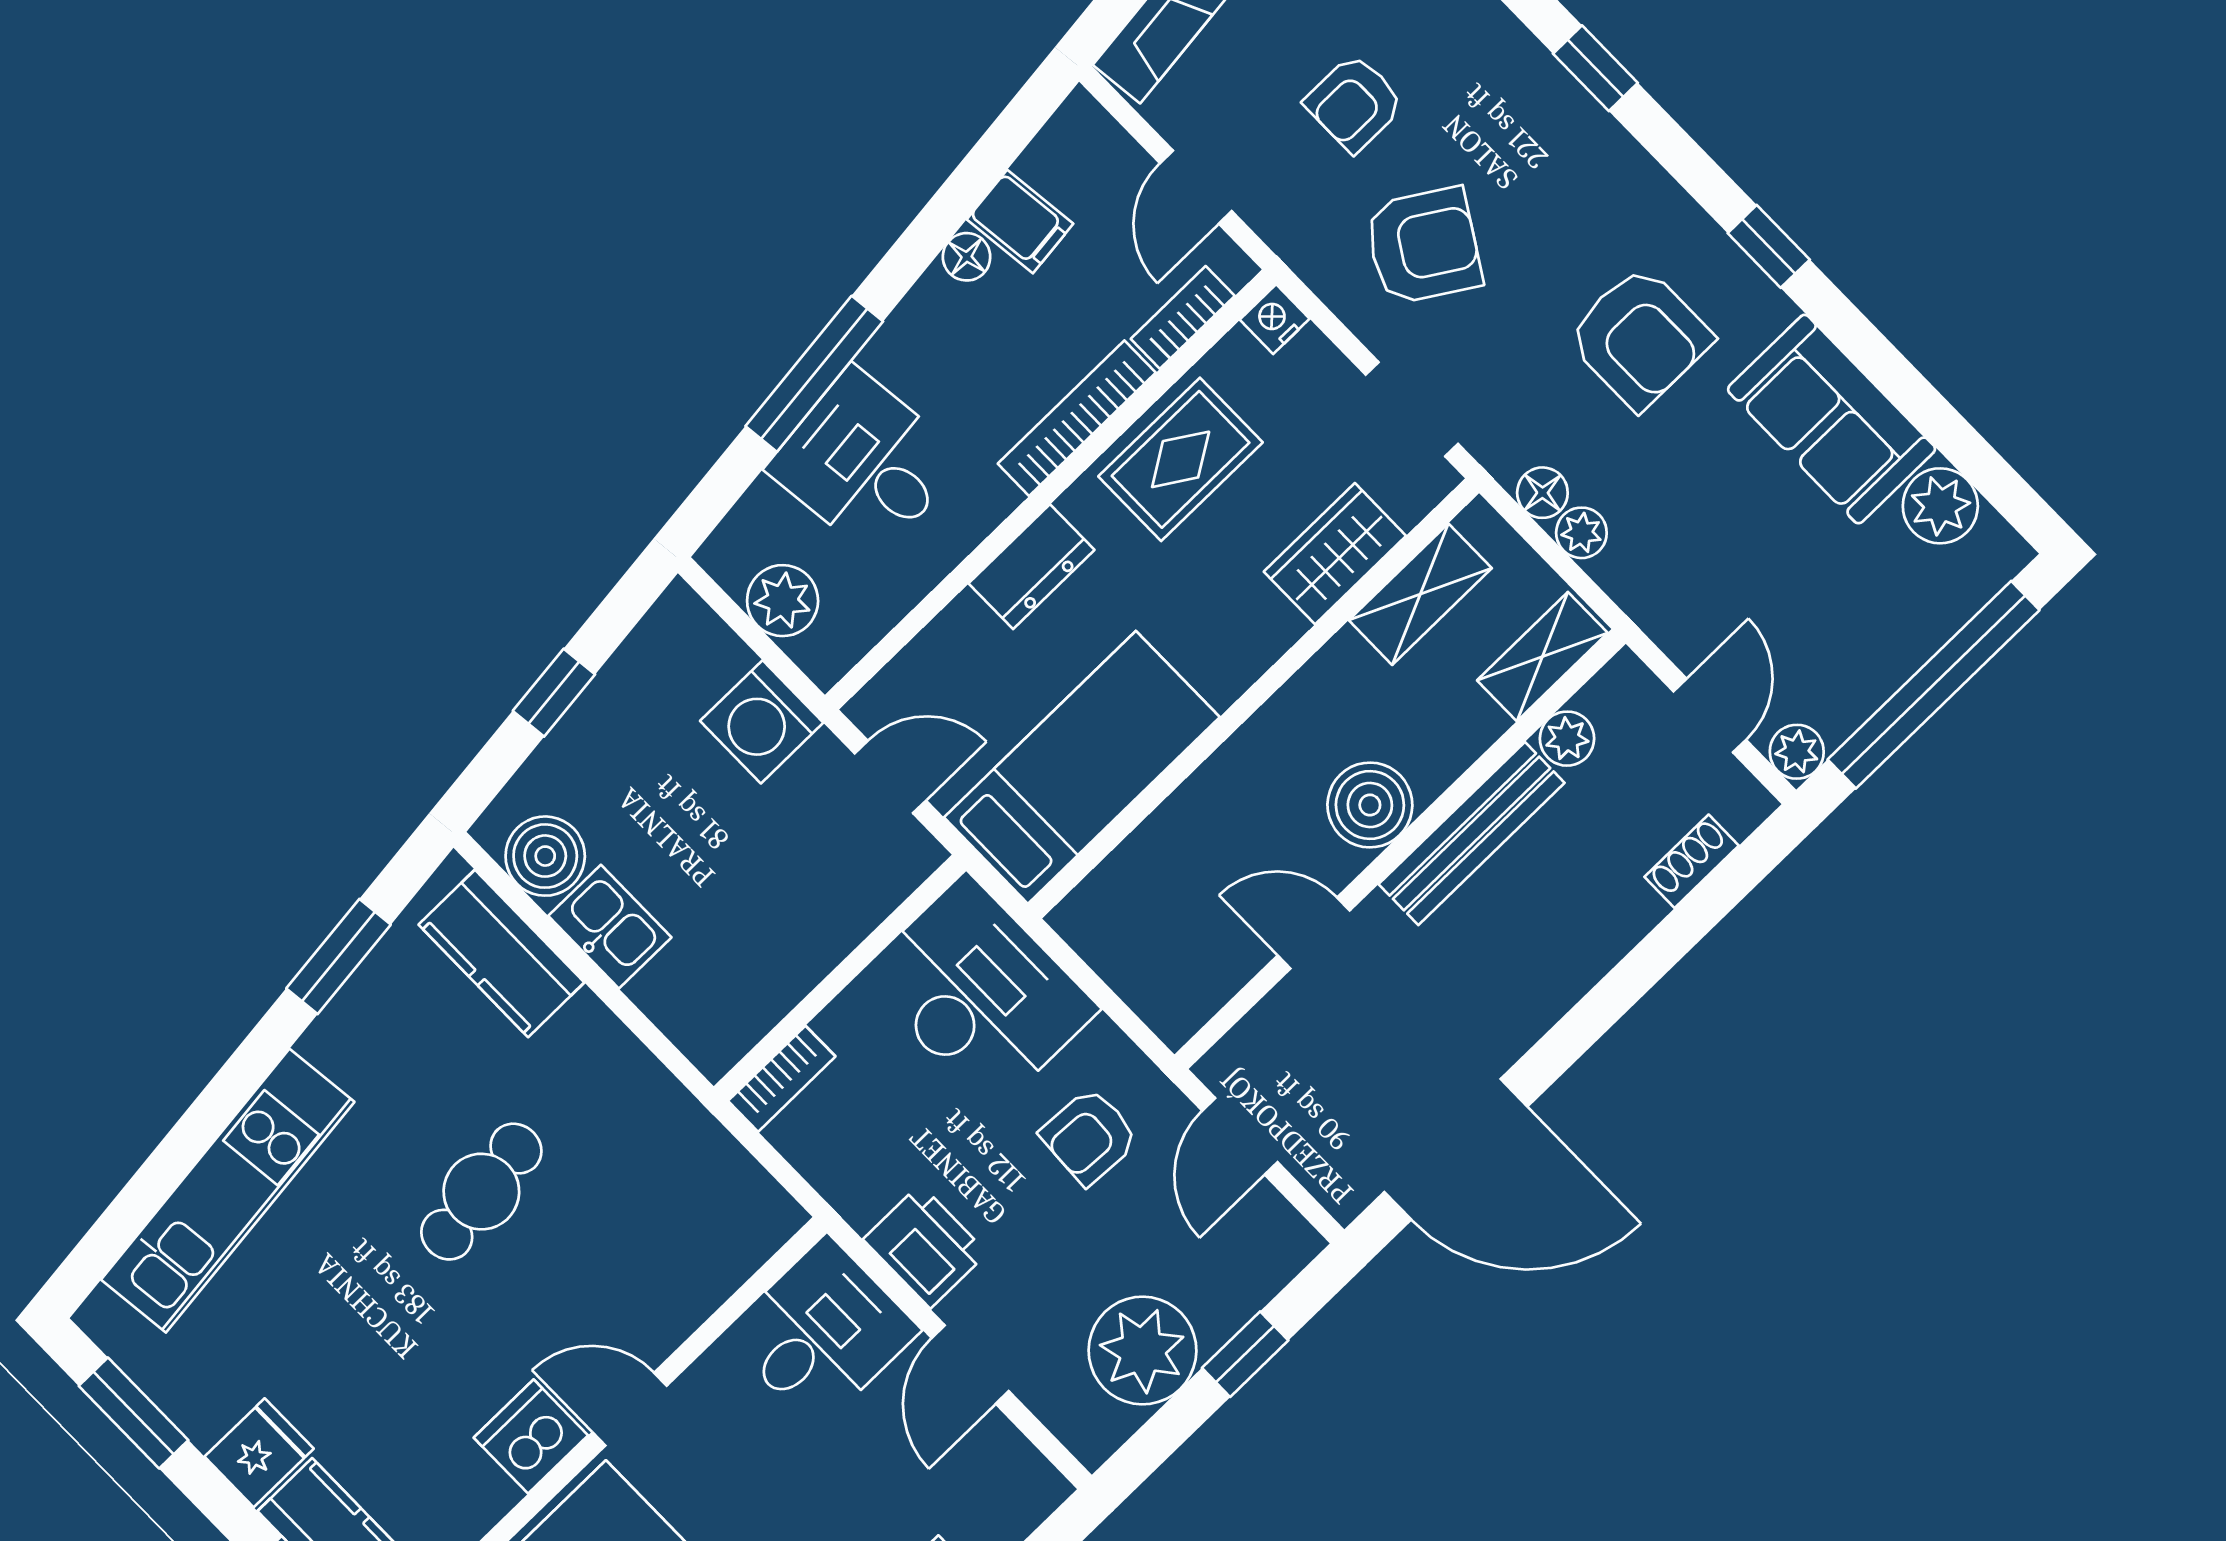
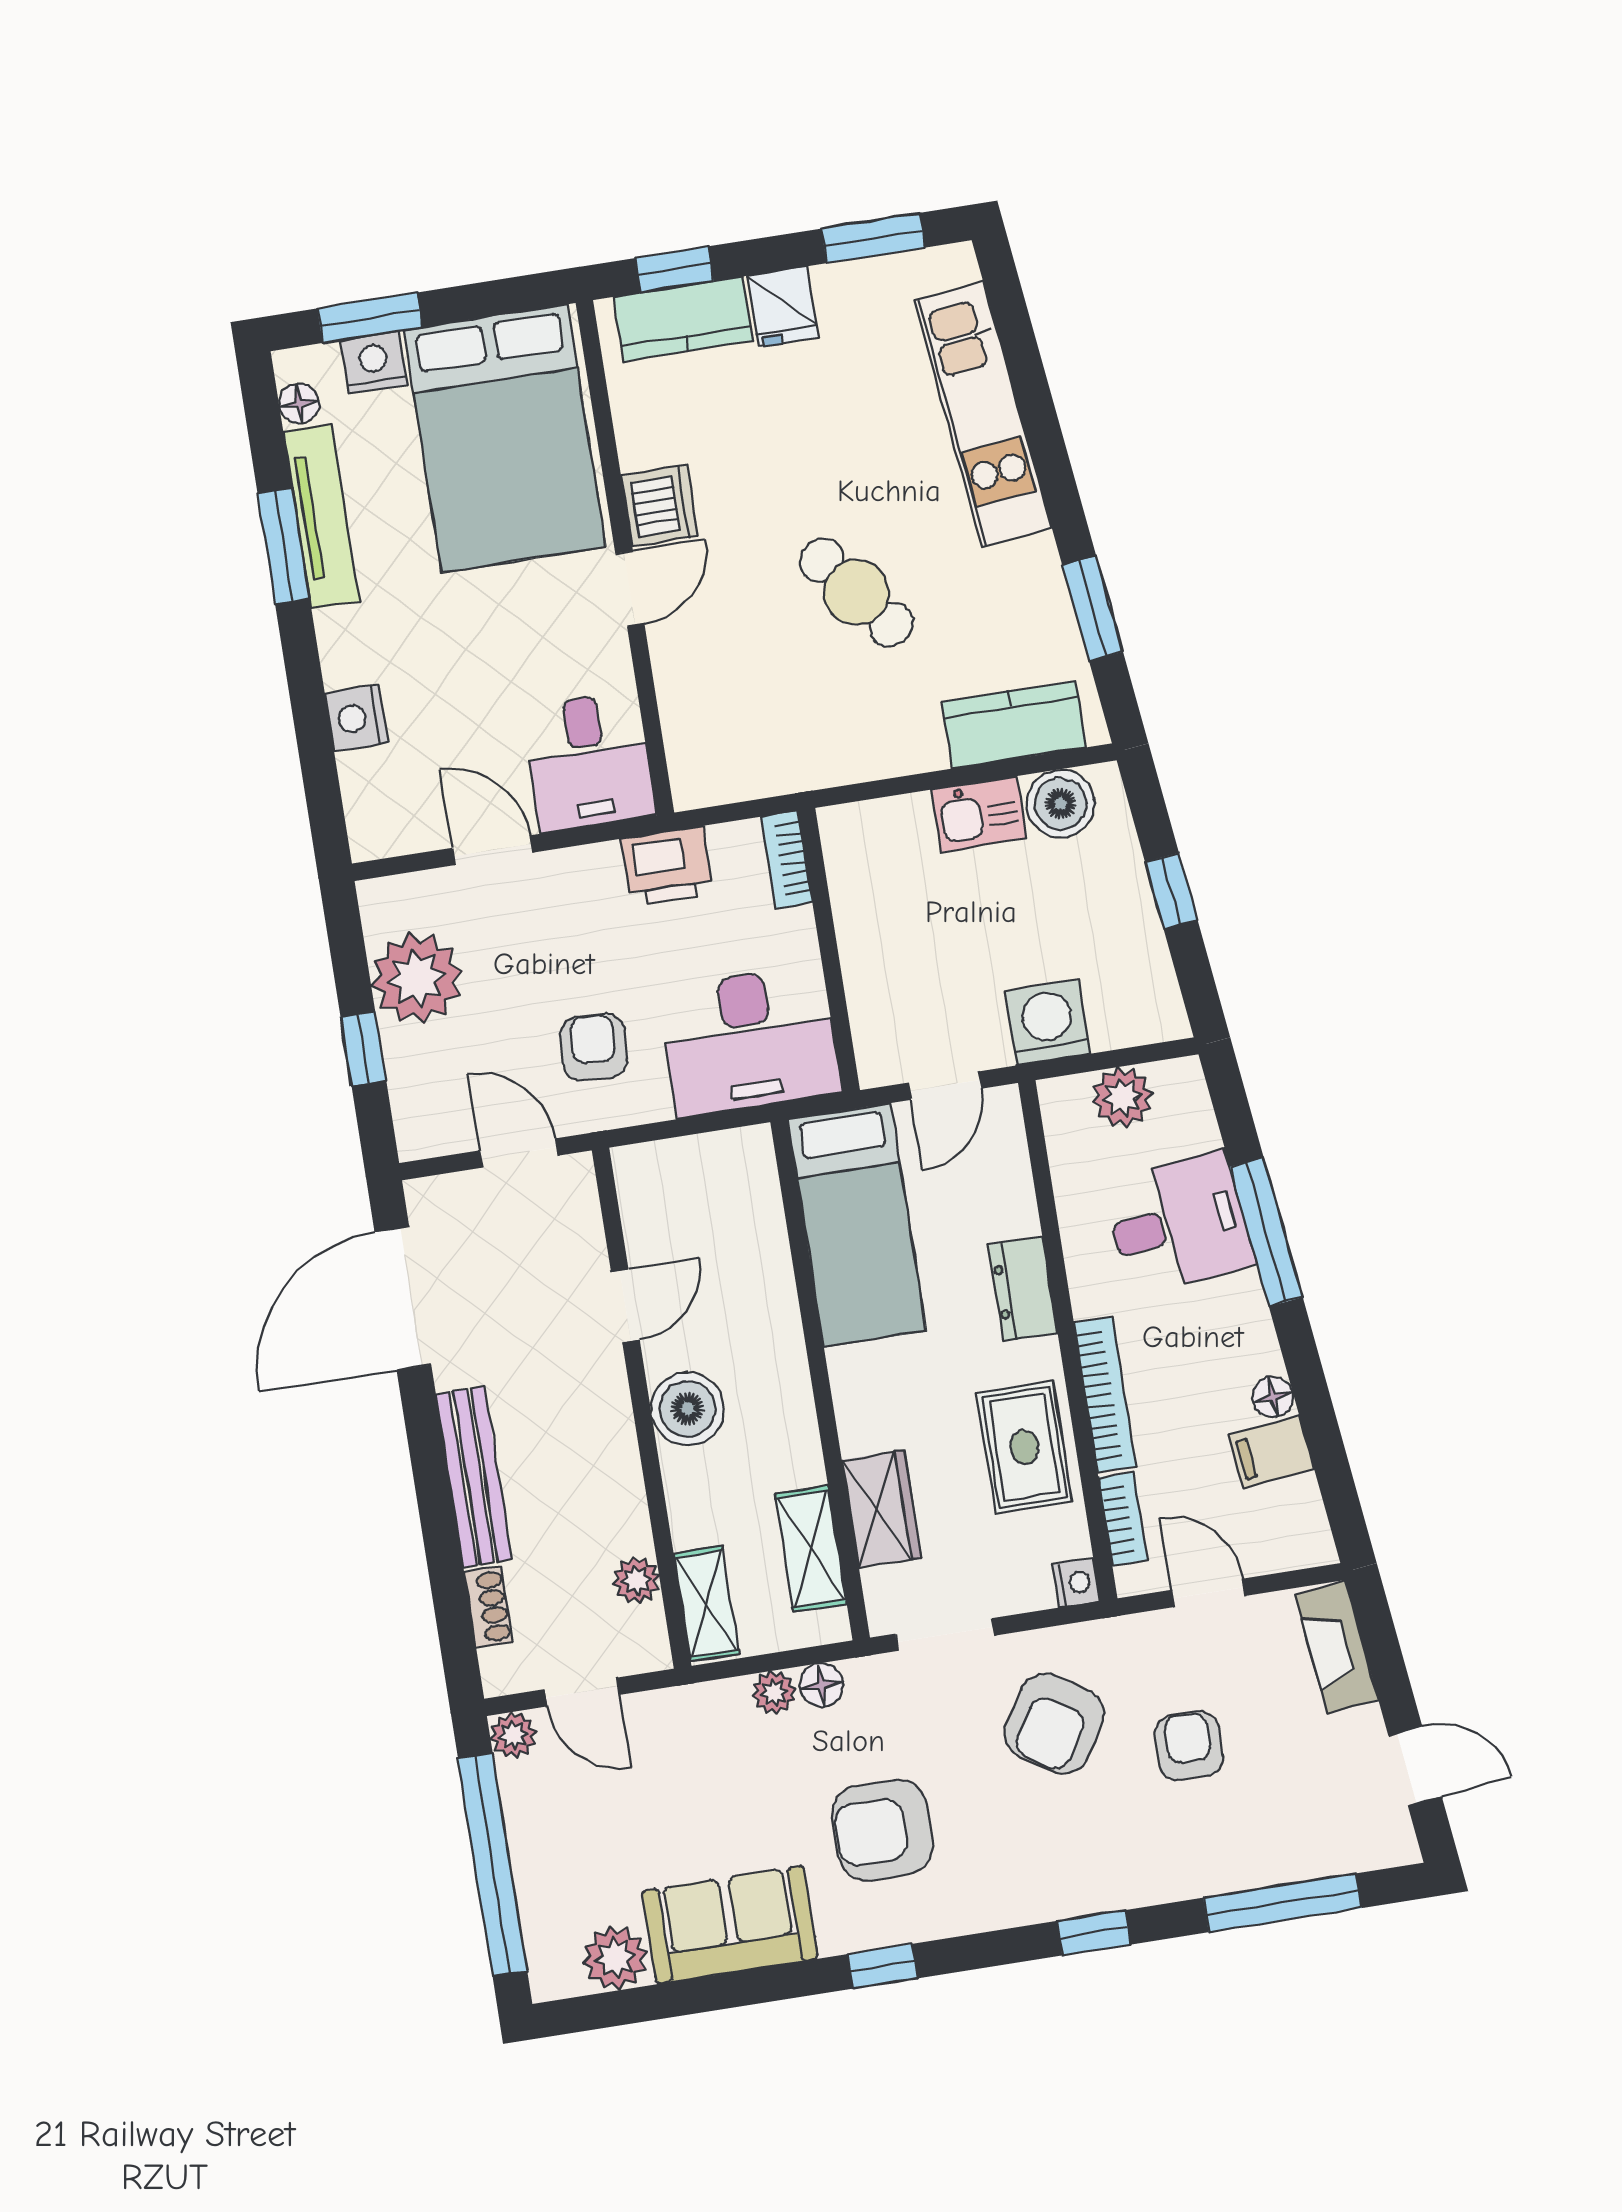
bench: (1472, 834) -> (474, 1477), moved
cafe table: (481, 1192) -> (856, 592), turned -31
printer: (925, 1246) -> (667, 866), moved

